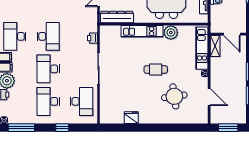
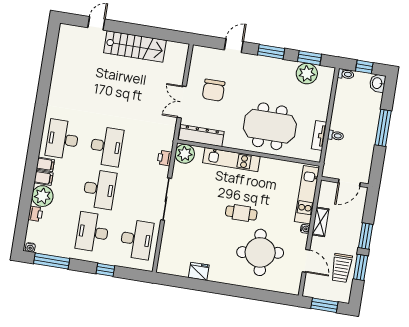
plant: (171, 33) -> (185, 154), moved
door: (232, 34) -> (349, 183), hinge flipped
shelving: (215, 46) -> (320, 222), moved
desk: (48, 69) -> (99, 189), turned 180
round table: (174, 96) -> (260, 252), width x1.36, depth x1.36
trolley: (236, 98) -> (342, 268), added

